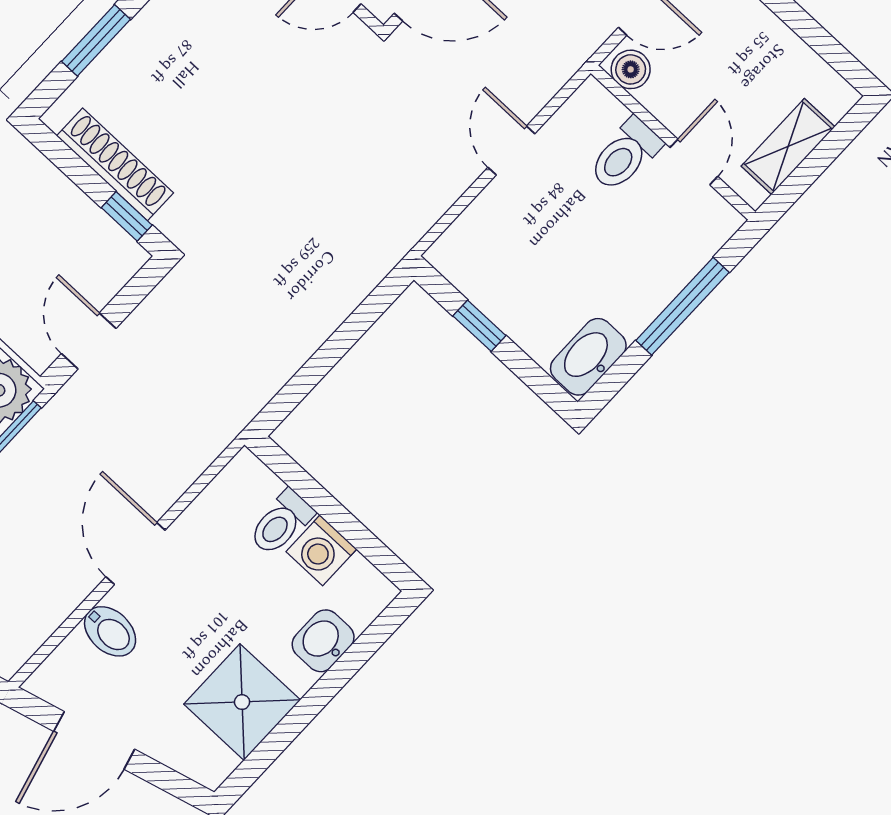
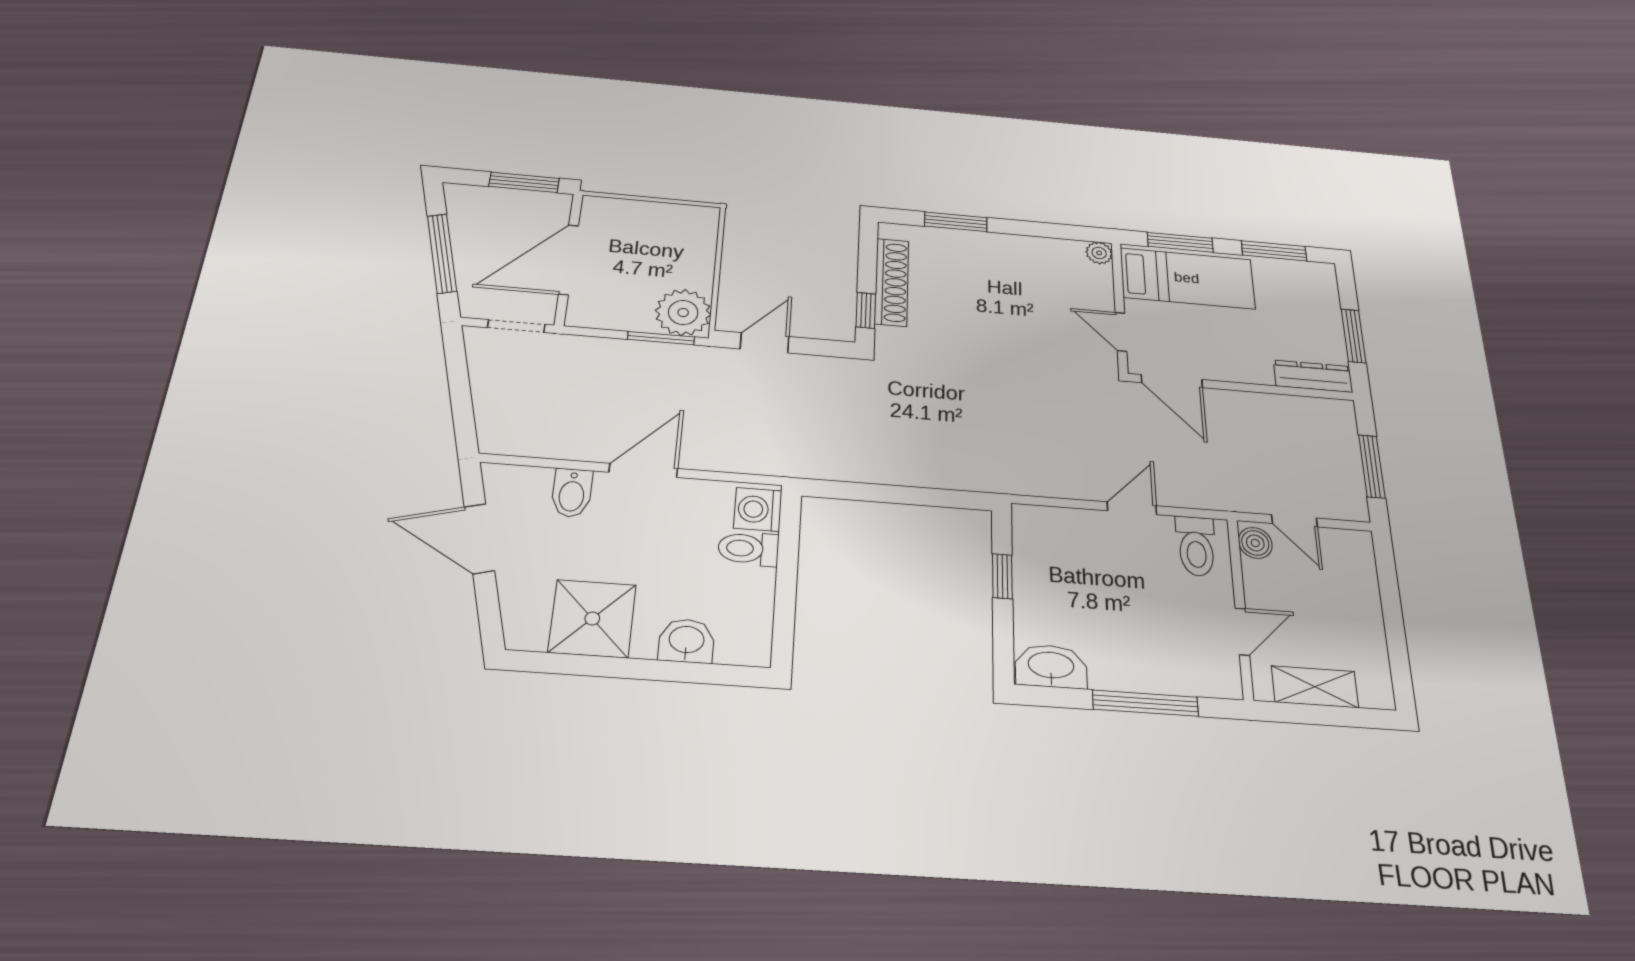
toilet: (625, 155) -> (1196, 546), moved, turned -90
washing machine: (321, 550) -> (758, 509), moved

